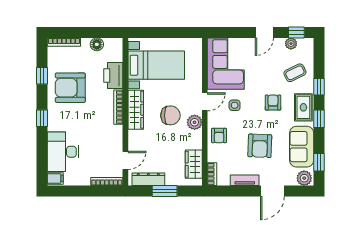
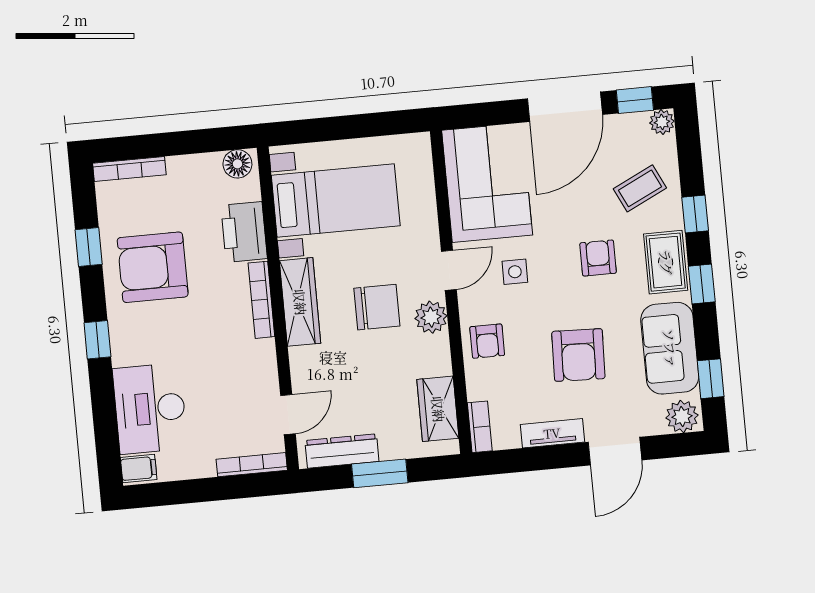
door: (264, 32) -> (565, 107), width x1.88
floor lamp: (97, 44) -> (237, 164), moved
plant: (291, 44) -> (662, 122), moved

